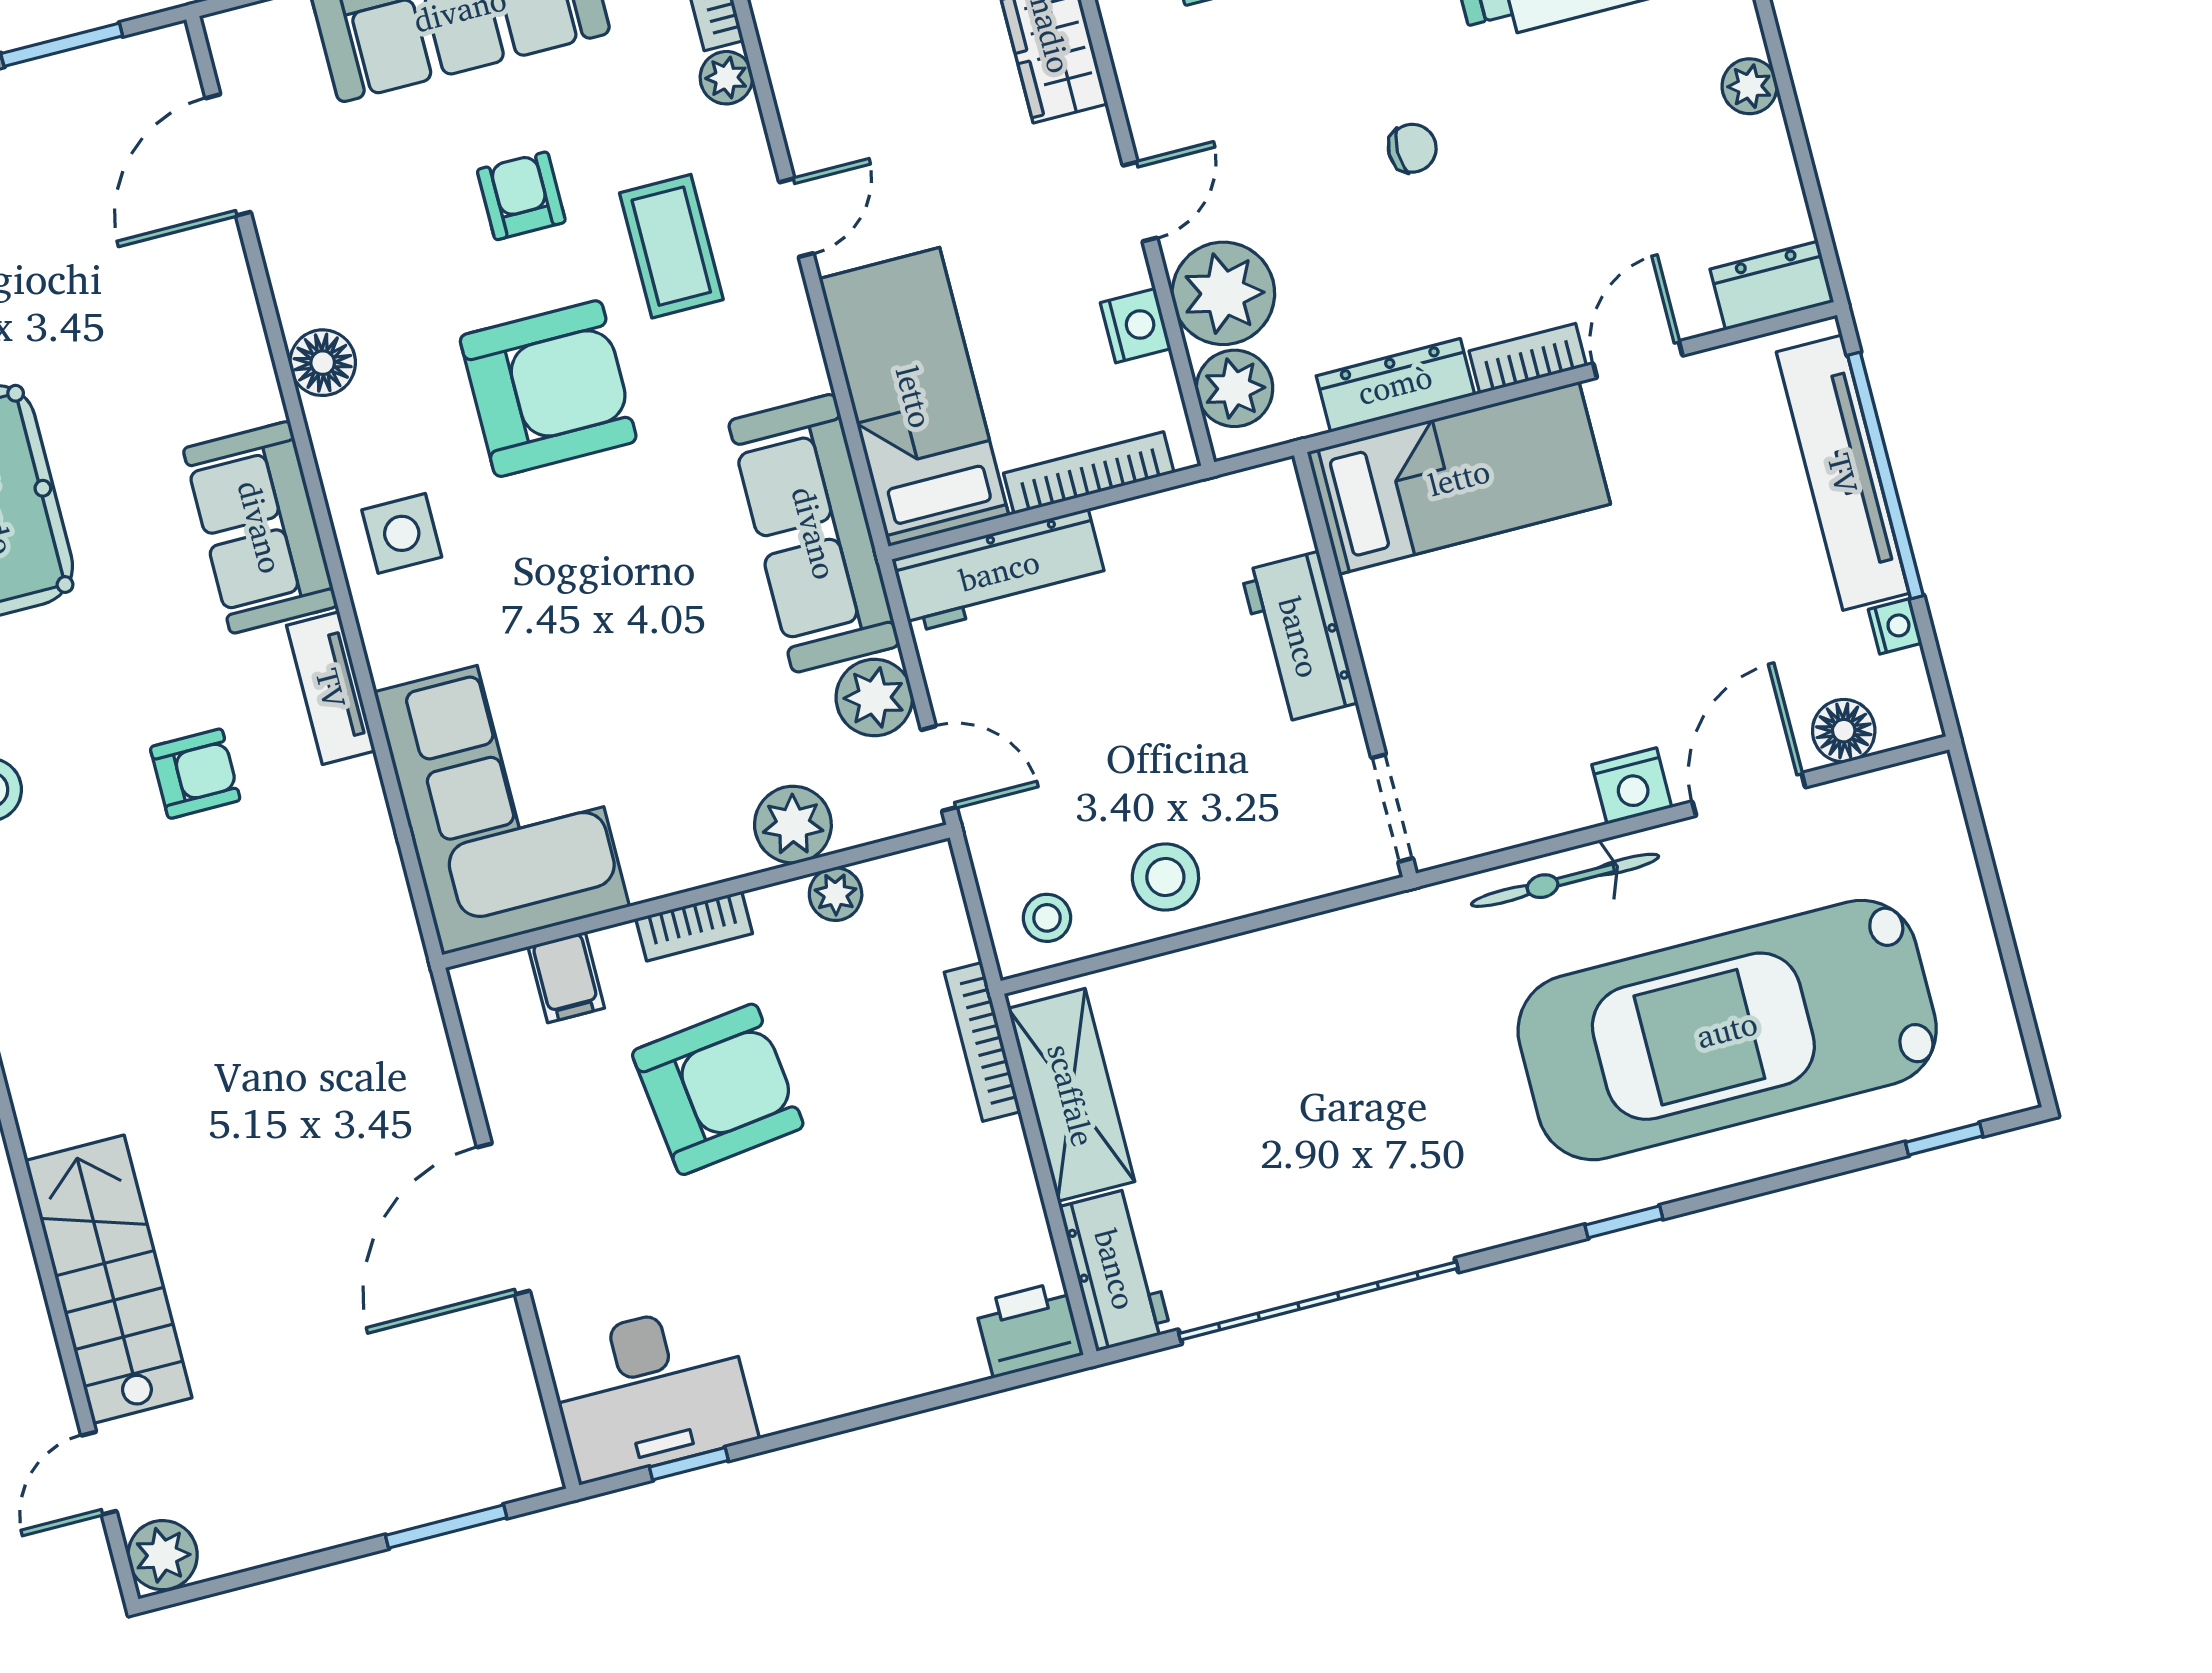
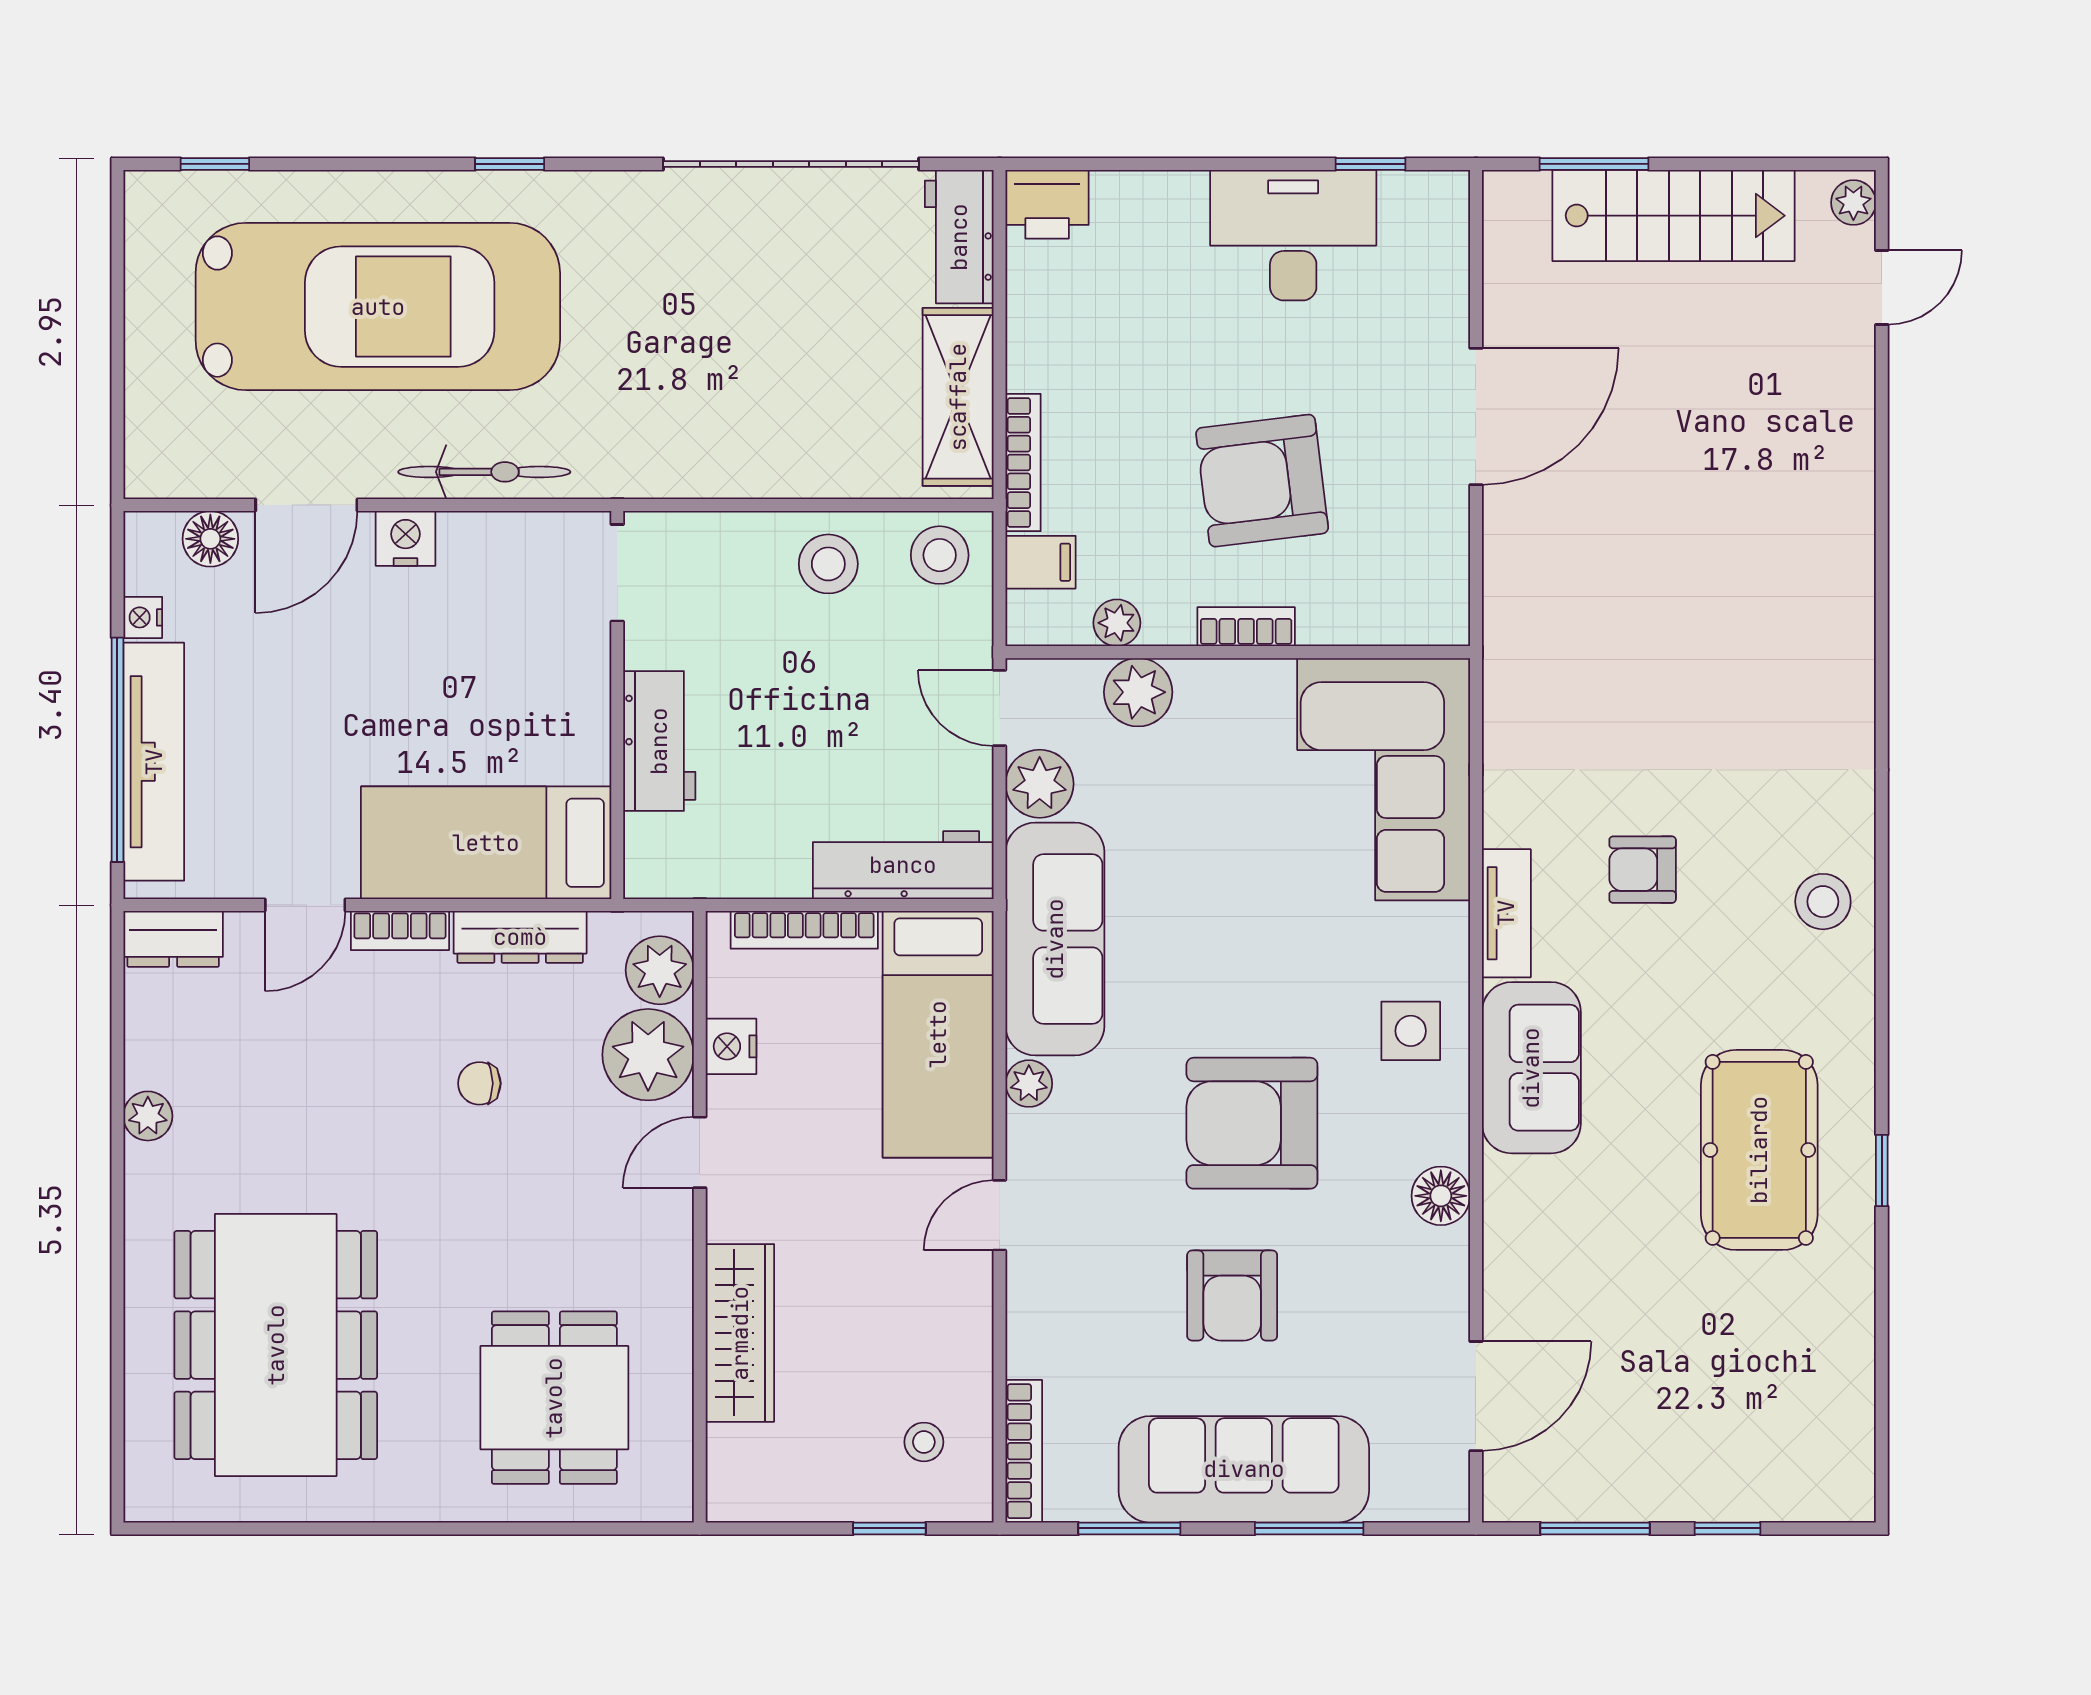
plant: (726, 78) -> (1029, 1084), moved
chair: (1412, 148) -> (479, 1083), moved
armchair: (521, 196) -> (1232, 1295), width x1.38, depth x1.38
coffee table: (671, 246) -> (1114, 1219), removed
stool: (1047, 918) -> (940, 555), width x1.37, depth x1.37
filing cabinet: (566, 977) -> (1041, 562), moved, turned 90
stairs: (108, 1279) -> (1674, 216), moved, turned -90
desk: (651, 1391) -> (1293, 235), moved
plant: (163, 1555) -> (1853, 203), width x0.73, depth x0.73

